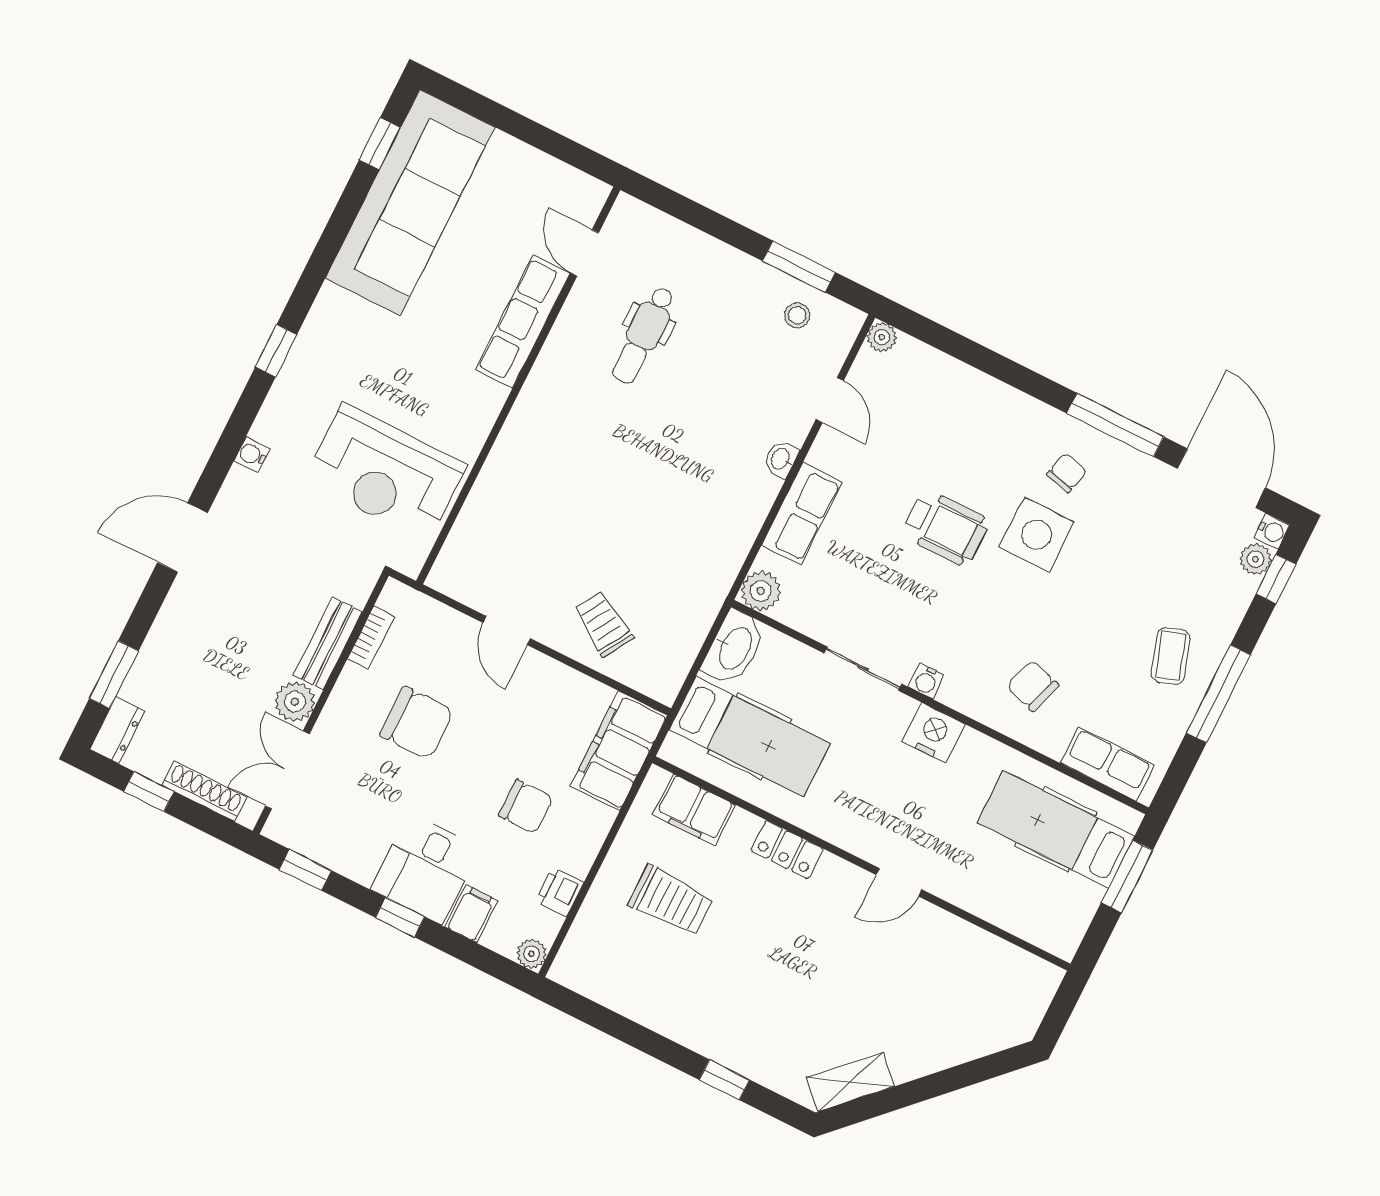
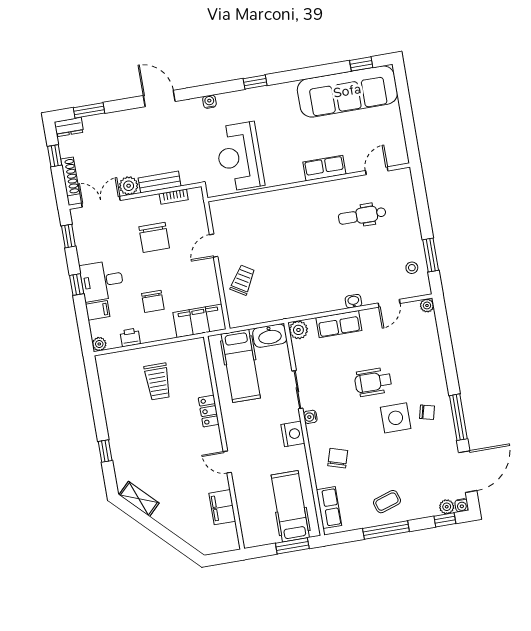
row of seats: (523, 321) -> (324, 168), width x0.68
wheelchair: (946, 528) -> (373, 382), turned 90
filing cabinet: (694, 810) -> (222, 507), moved

